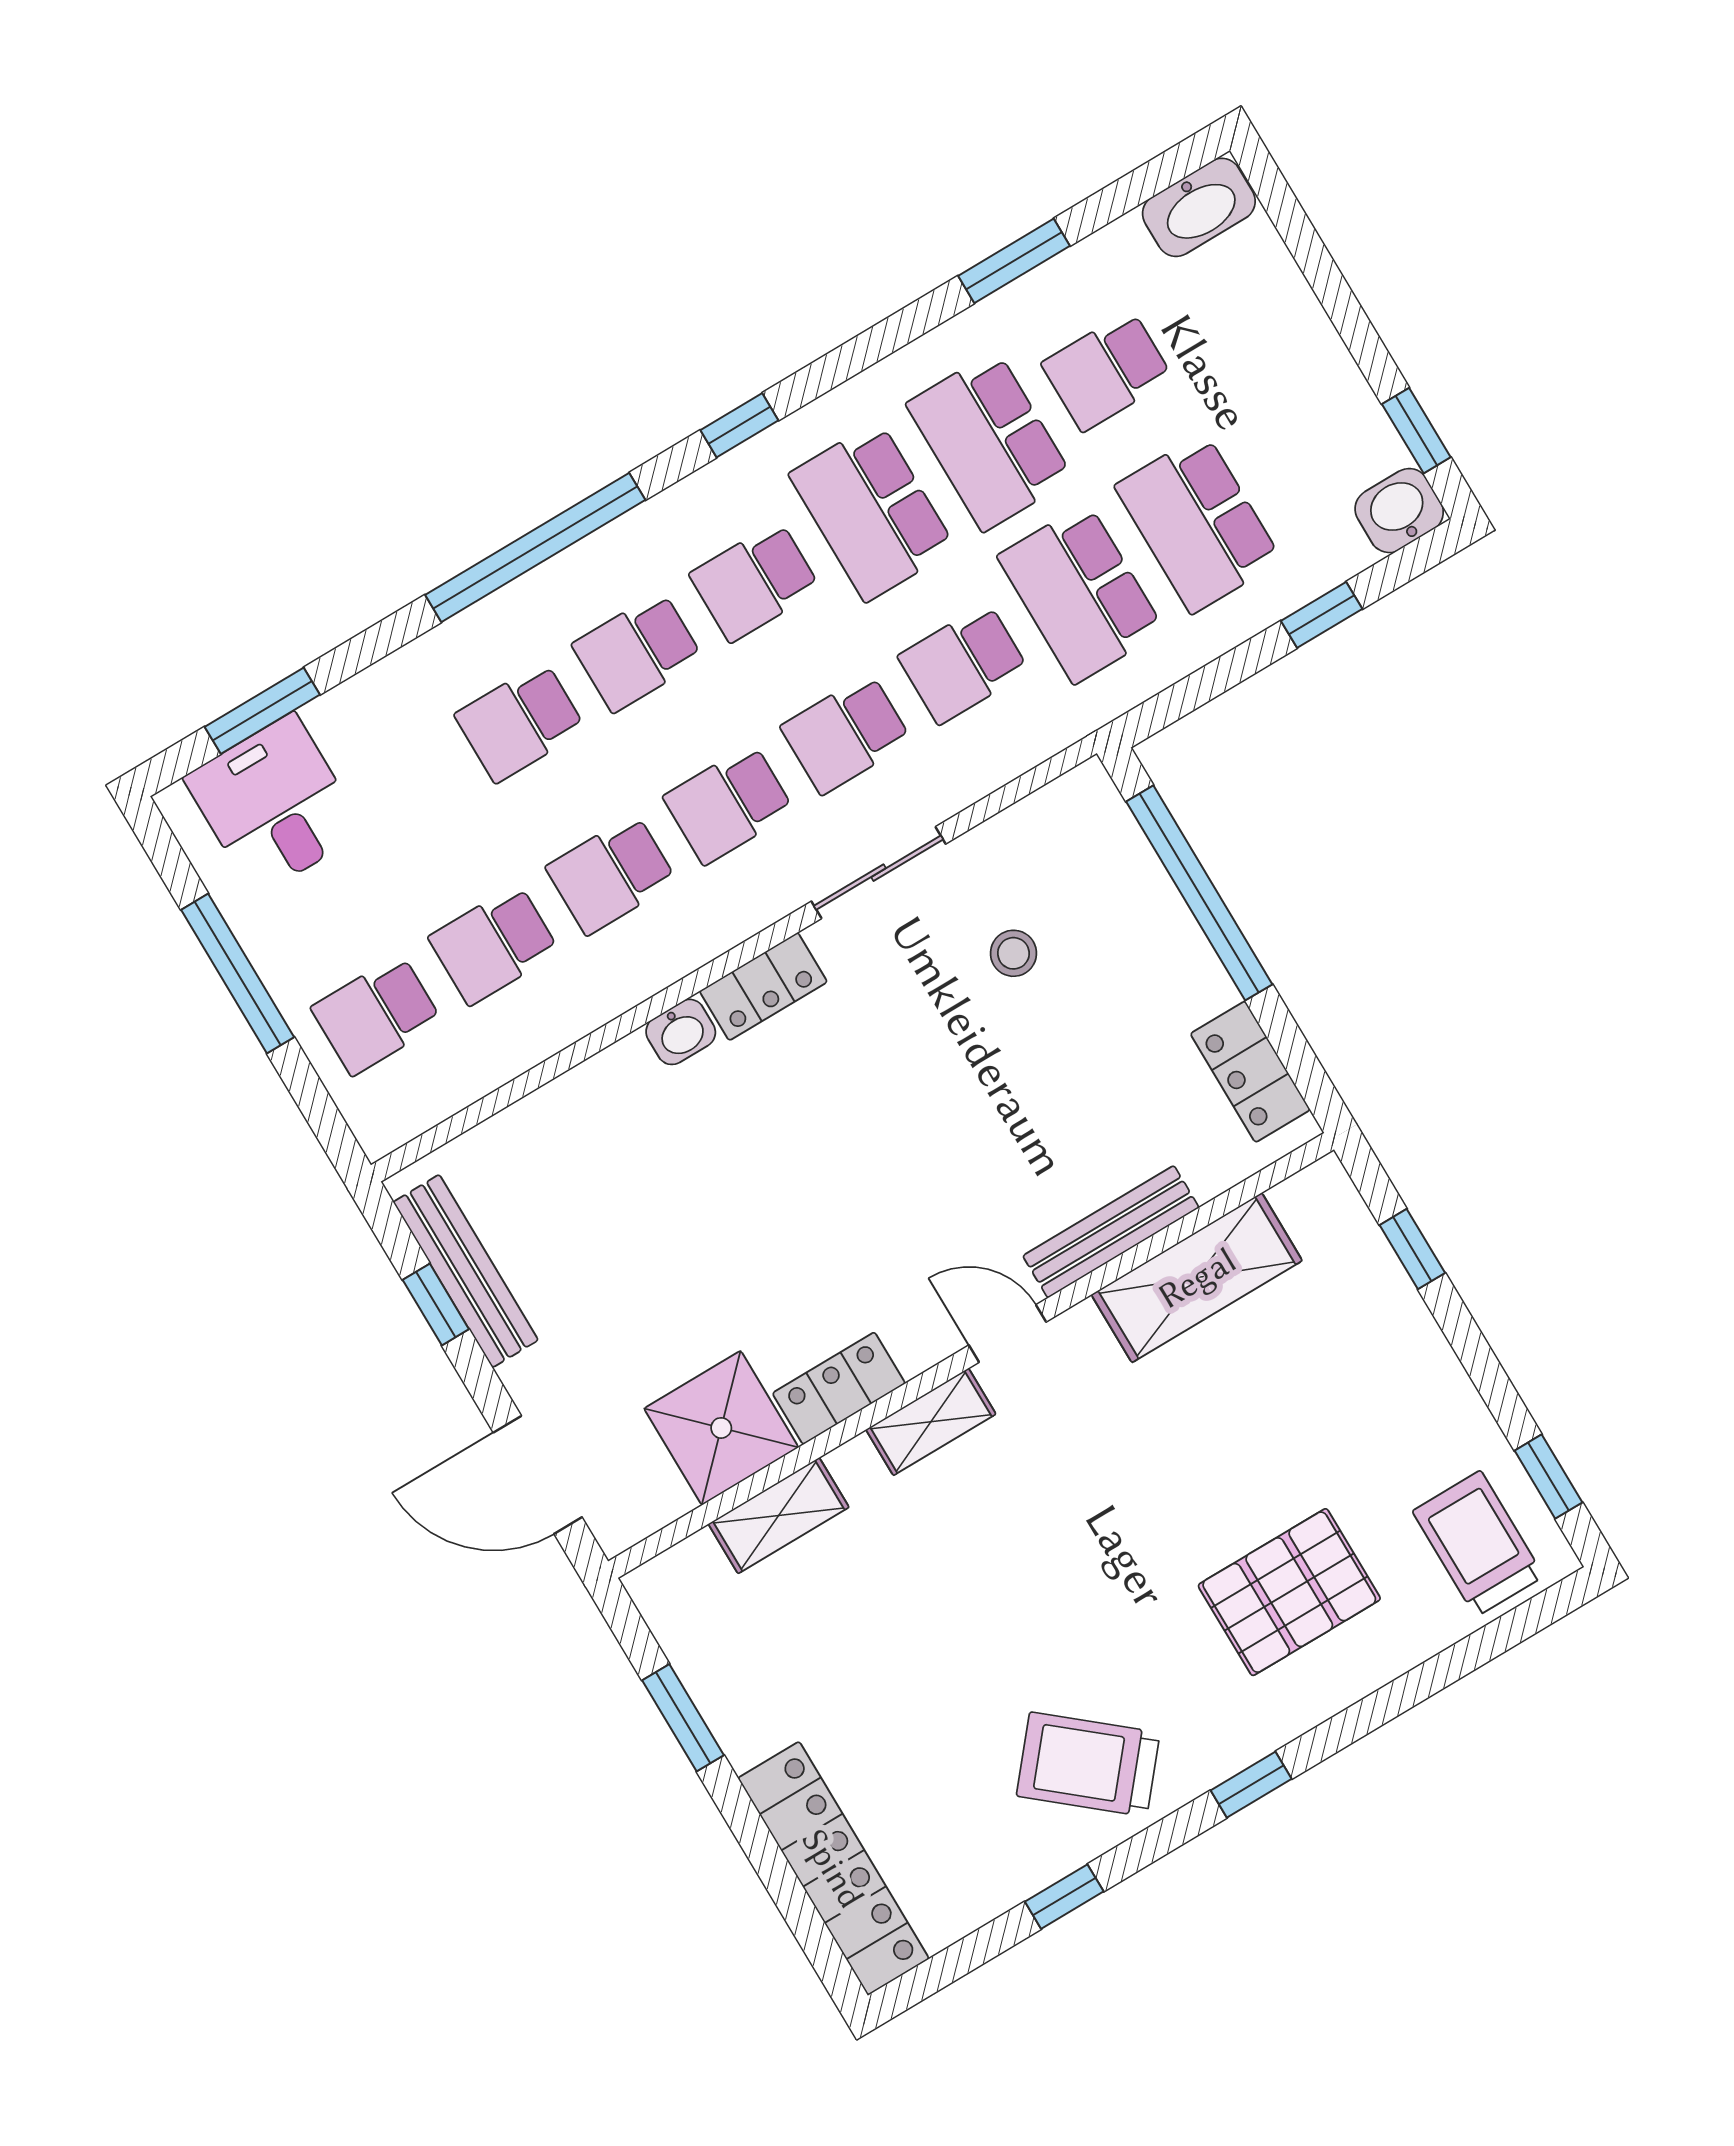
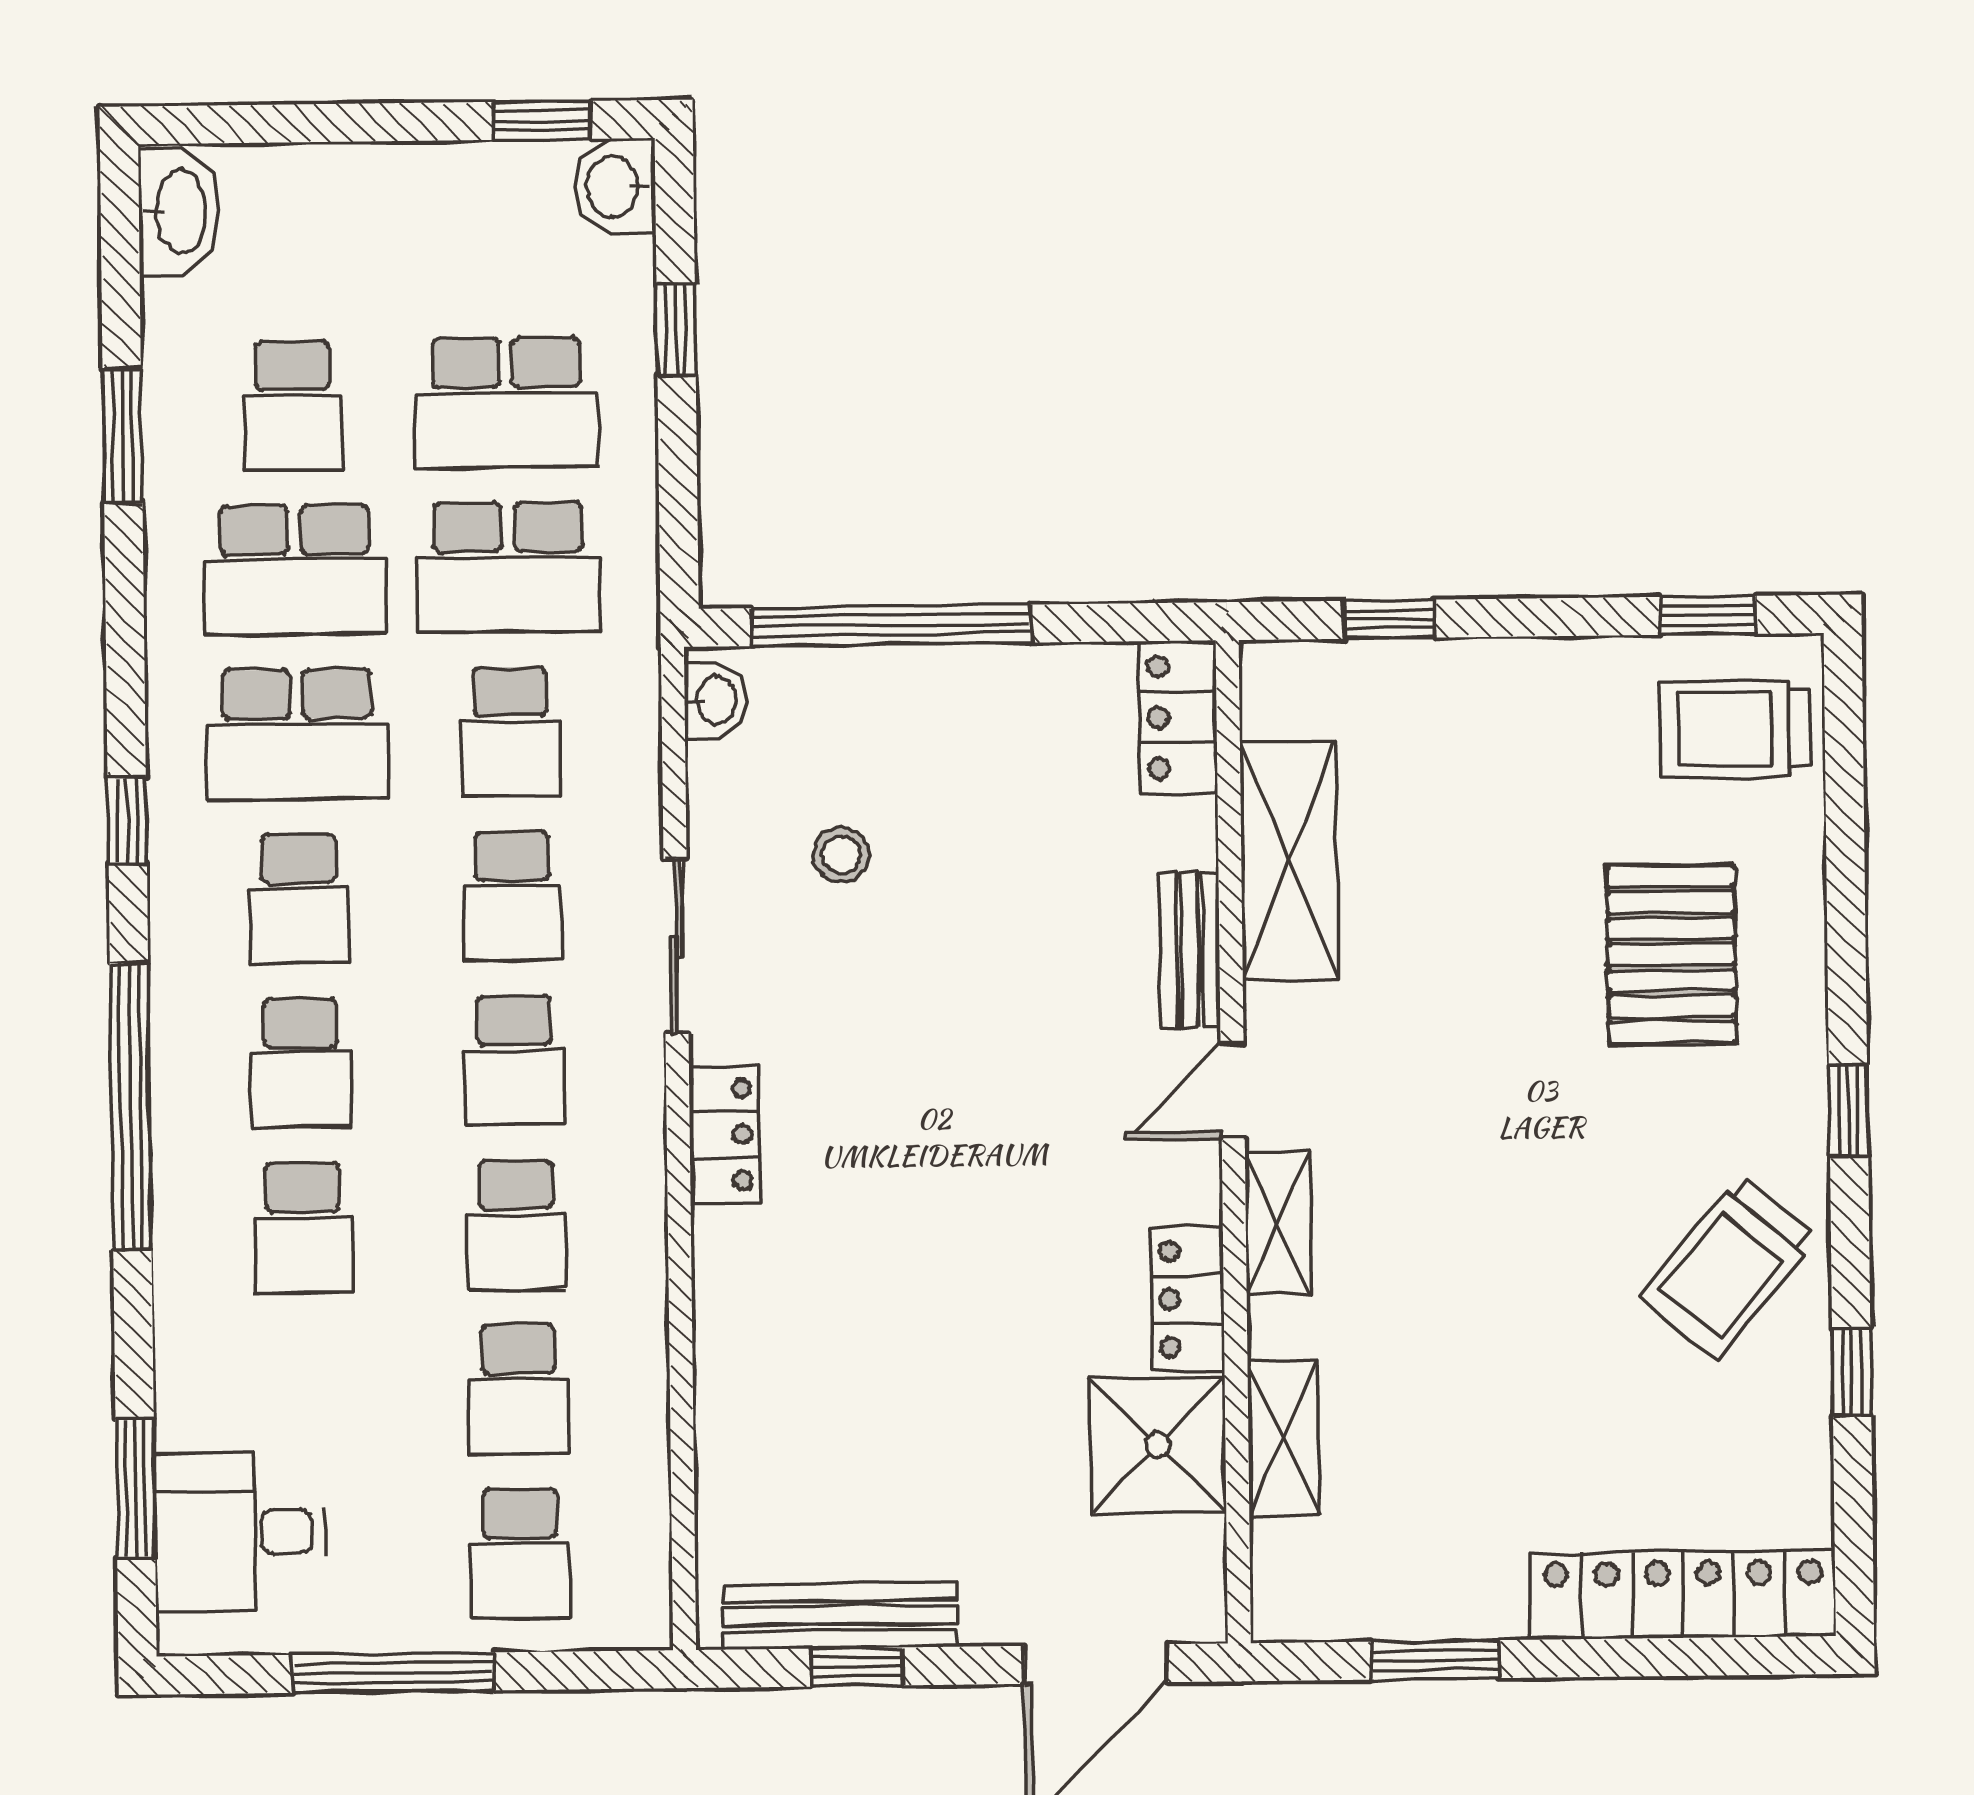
washbasin: (681, 1032) -> (715, 700), moved
locker: (1250, 1072) -> (1178, 717), moved, turned 90
bench: (1111, 1232) -> (1190, 950), width x0.73

